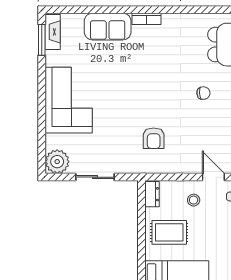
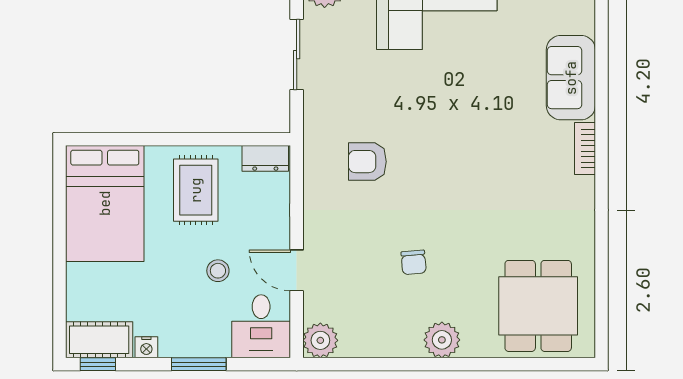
chair: (203, 93) -> (414, 262), moved
door: (213, 177) -> (297, 270), swing flipped
stool: (194, 200) -> (218, 271), moved

